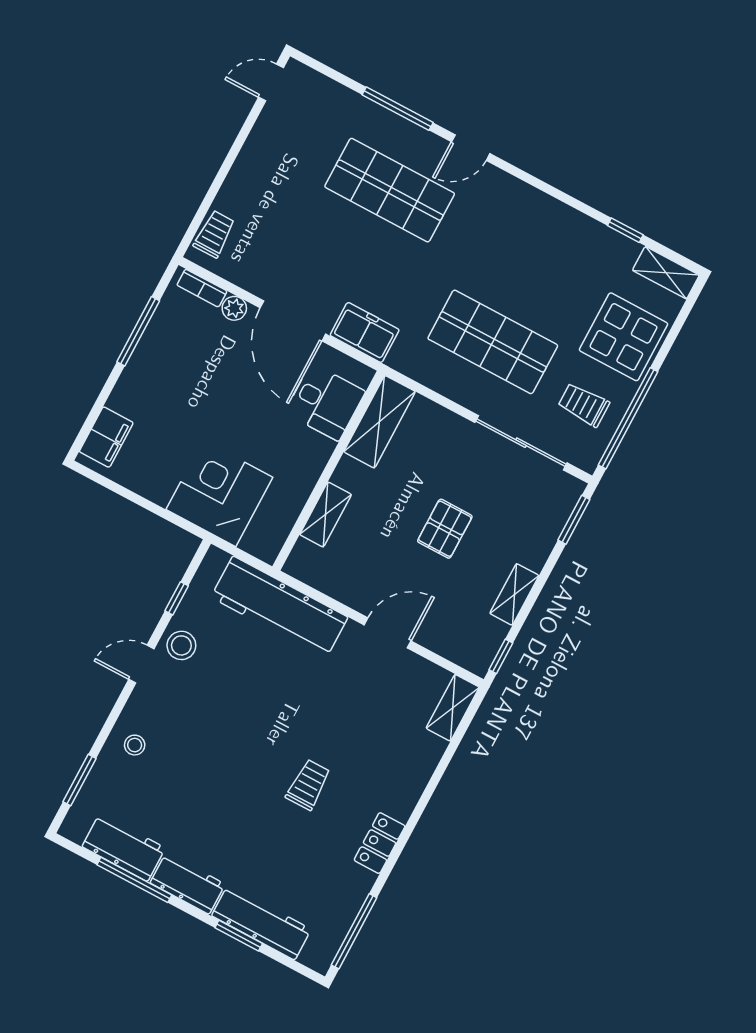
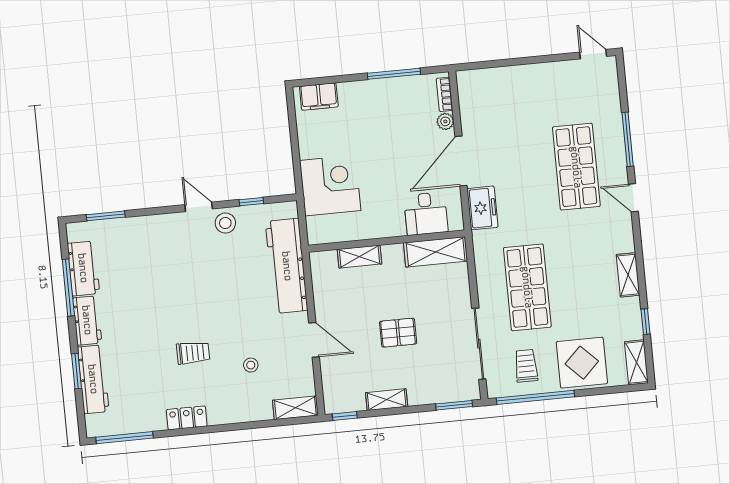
shelving: (557, 214) -> (628, 275), added
trolley: (214, 234) -> (481, 80), removed
stool: (135, 745) -> (251, 365), moved

